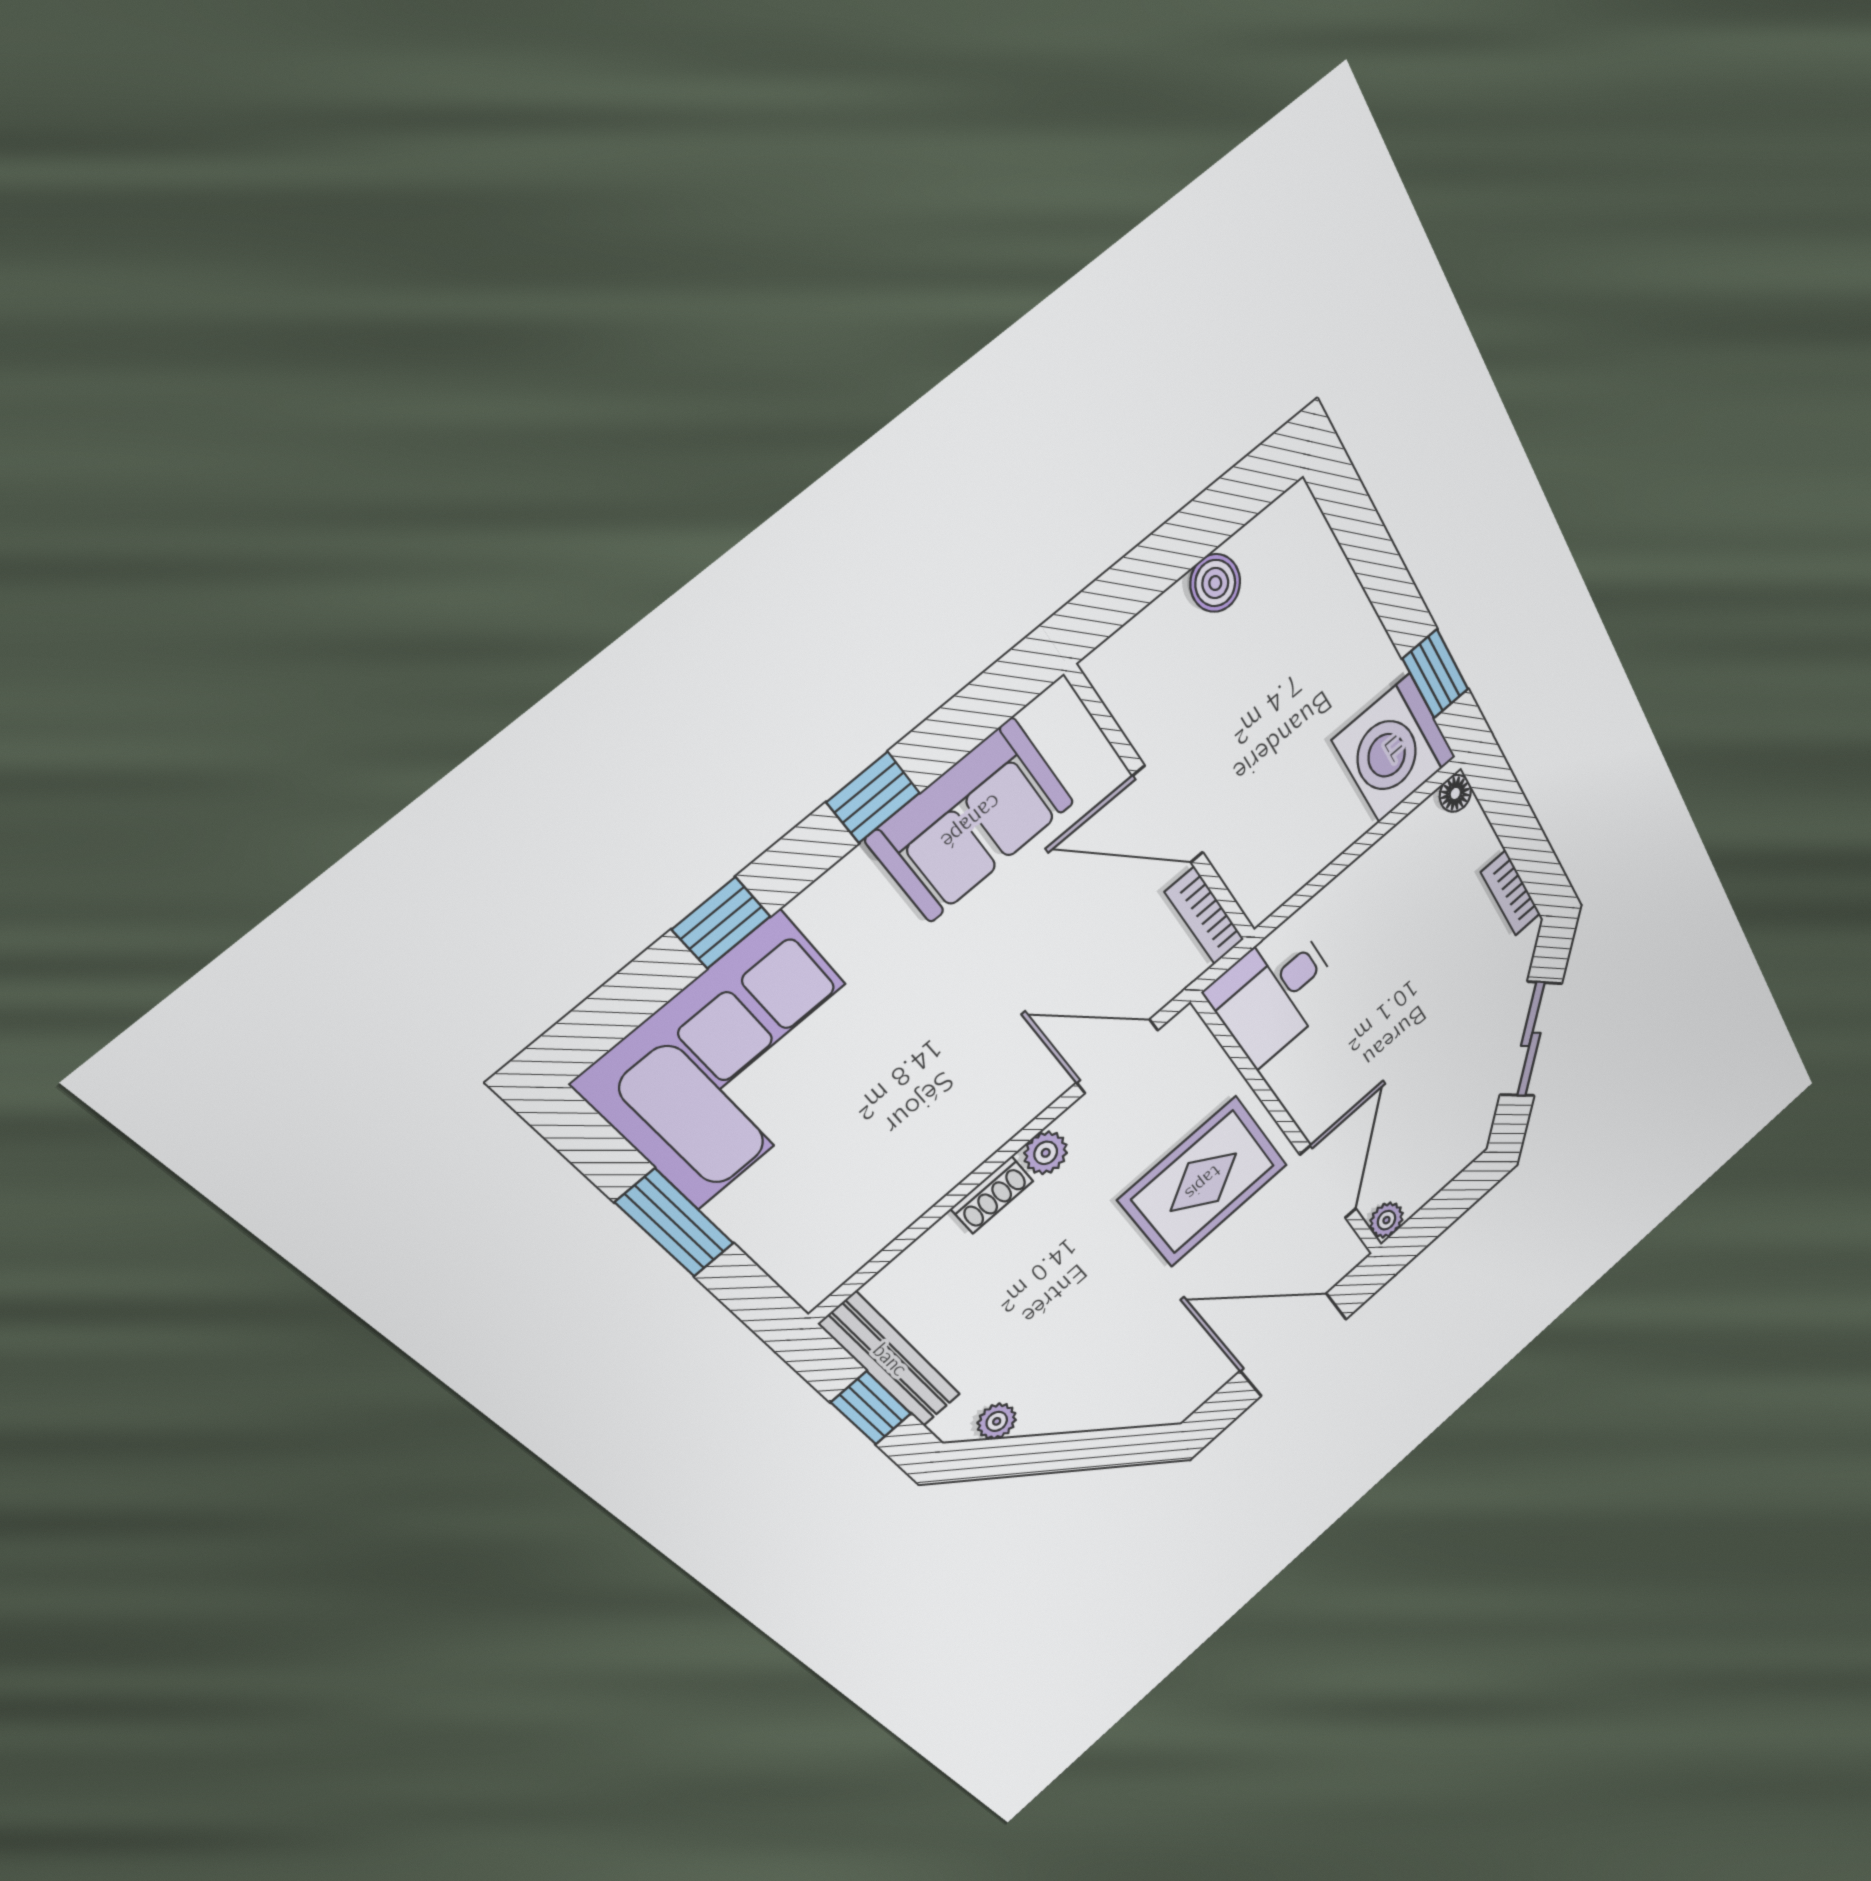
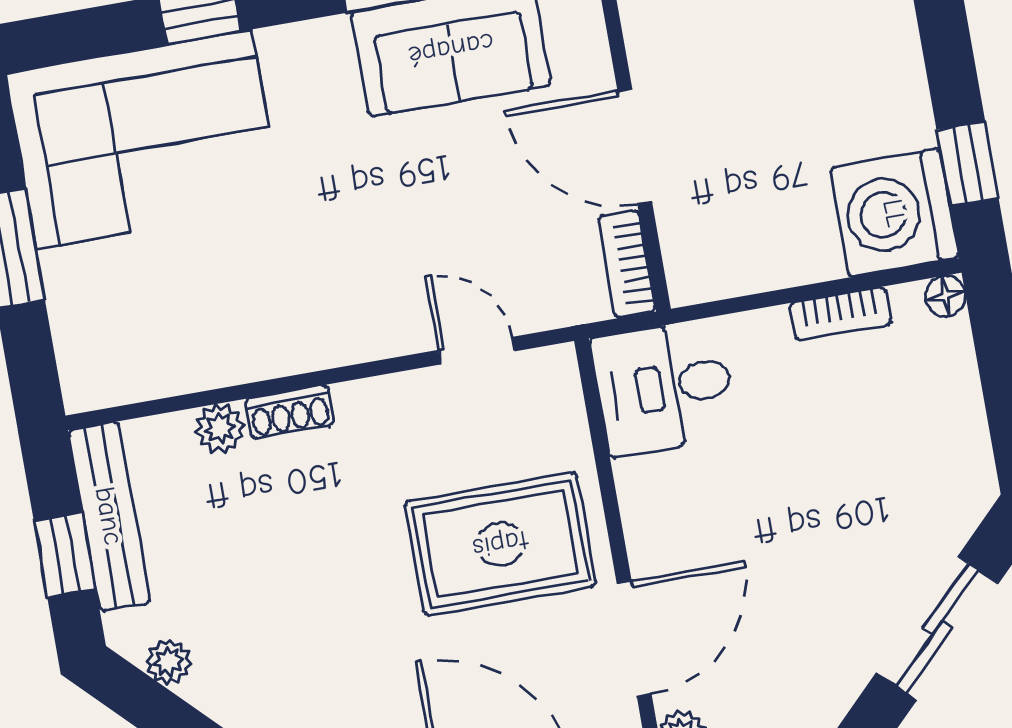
bookcase: (1511, 893) -> (840, 314), moved, turned -90
door: (1117, 1056) -> (476, 351), width x0.73
plant: (1046, 1153) -> (220, 428), moved

